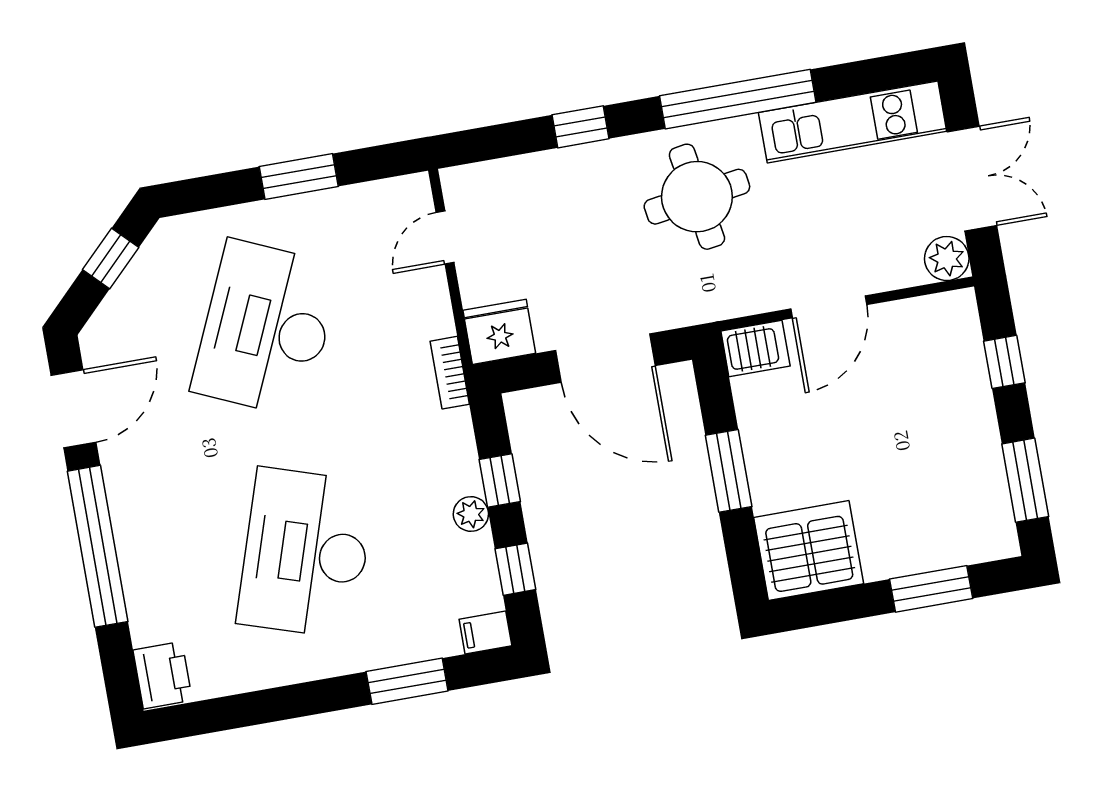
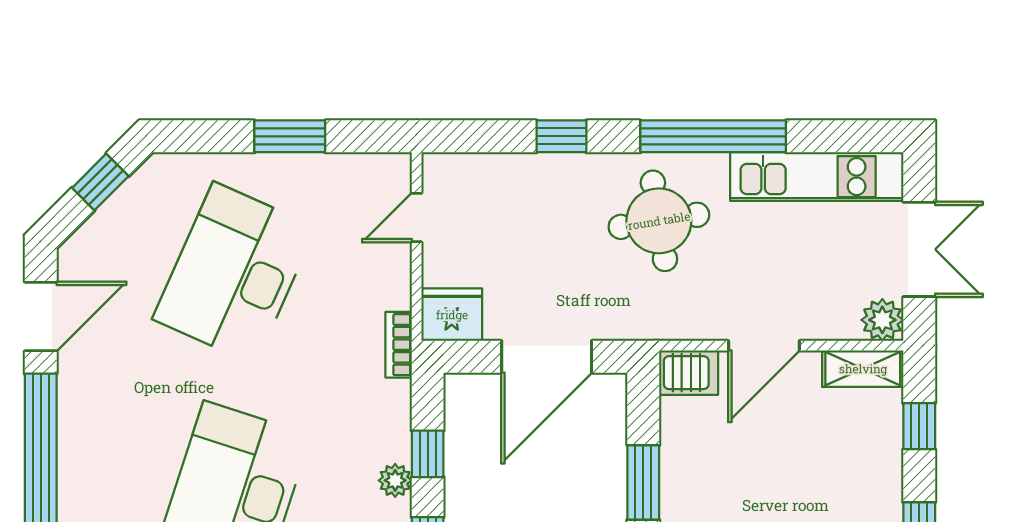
shelving: (935, 313) -> (863, 369), added
door: (605, 358) -> (547, 357), hinge flipped

